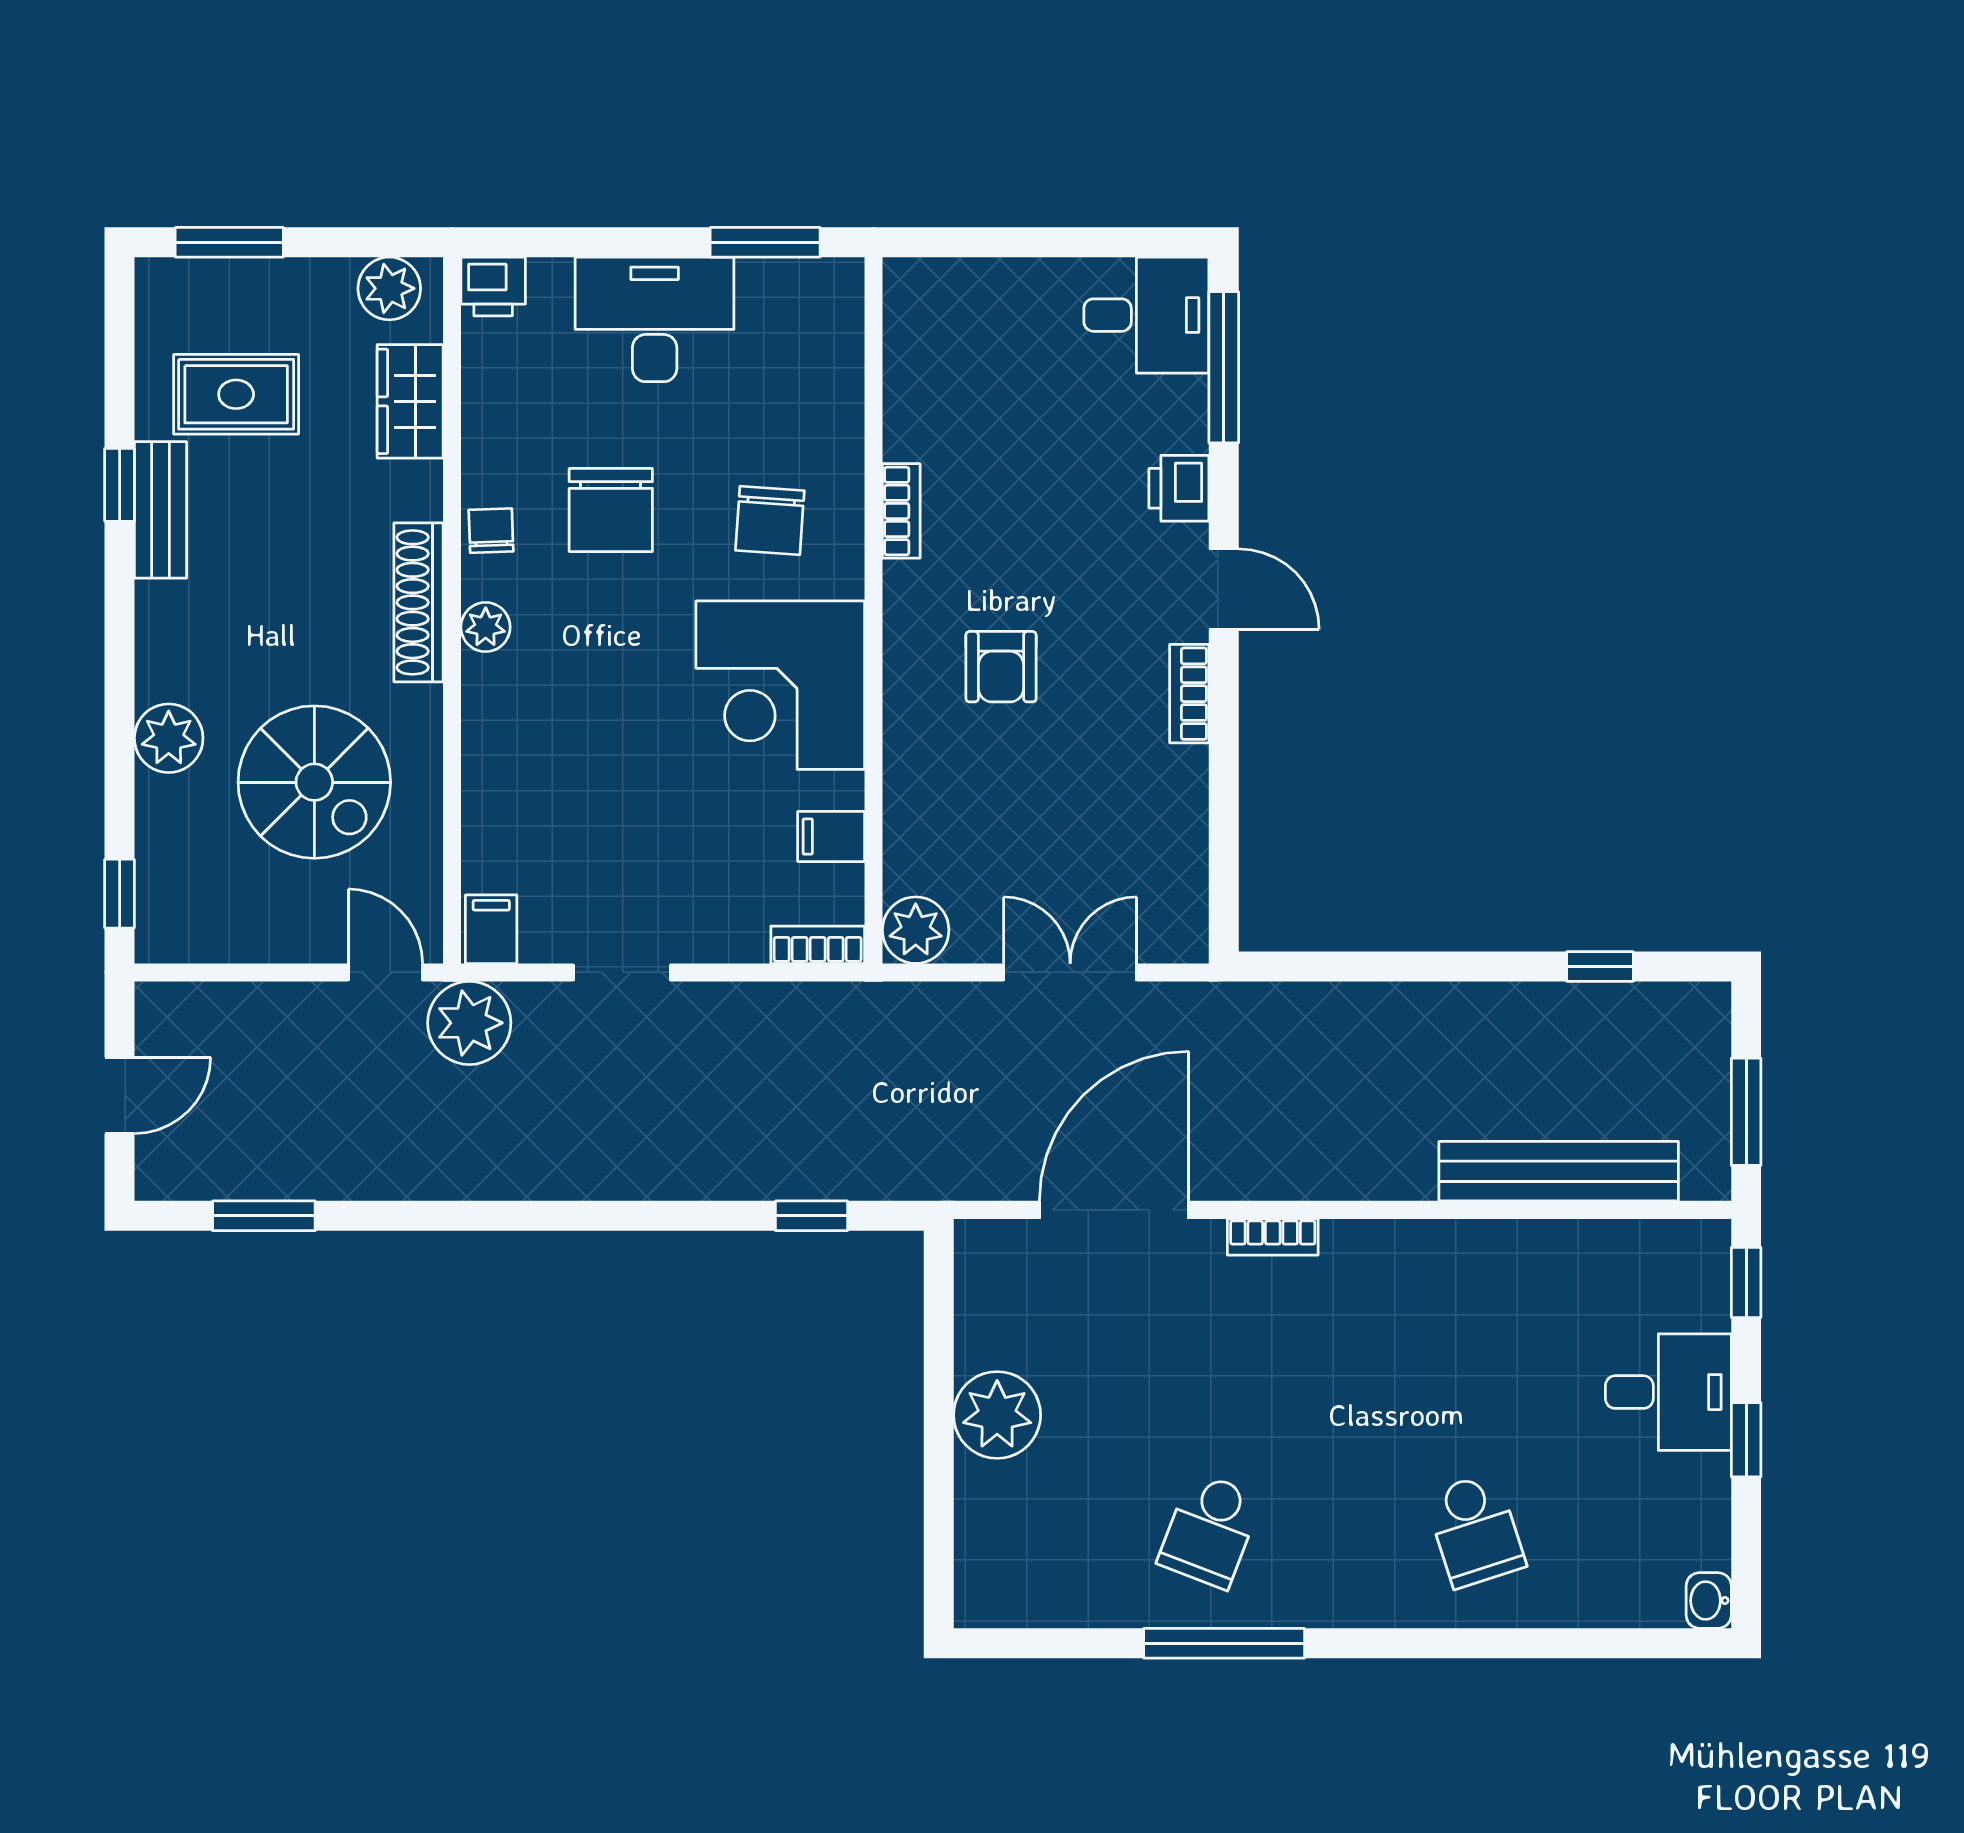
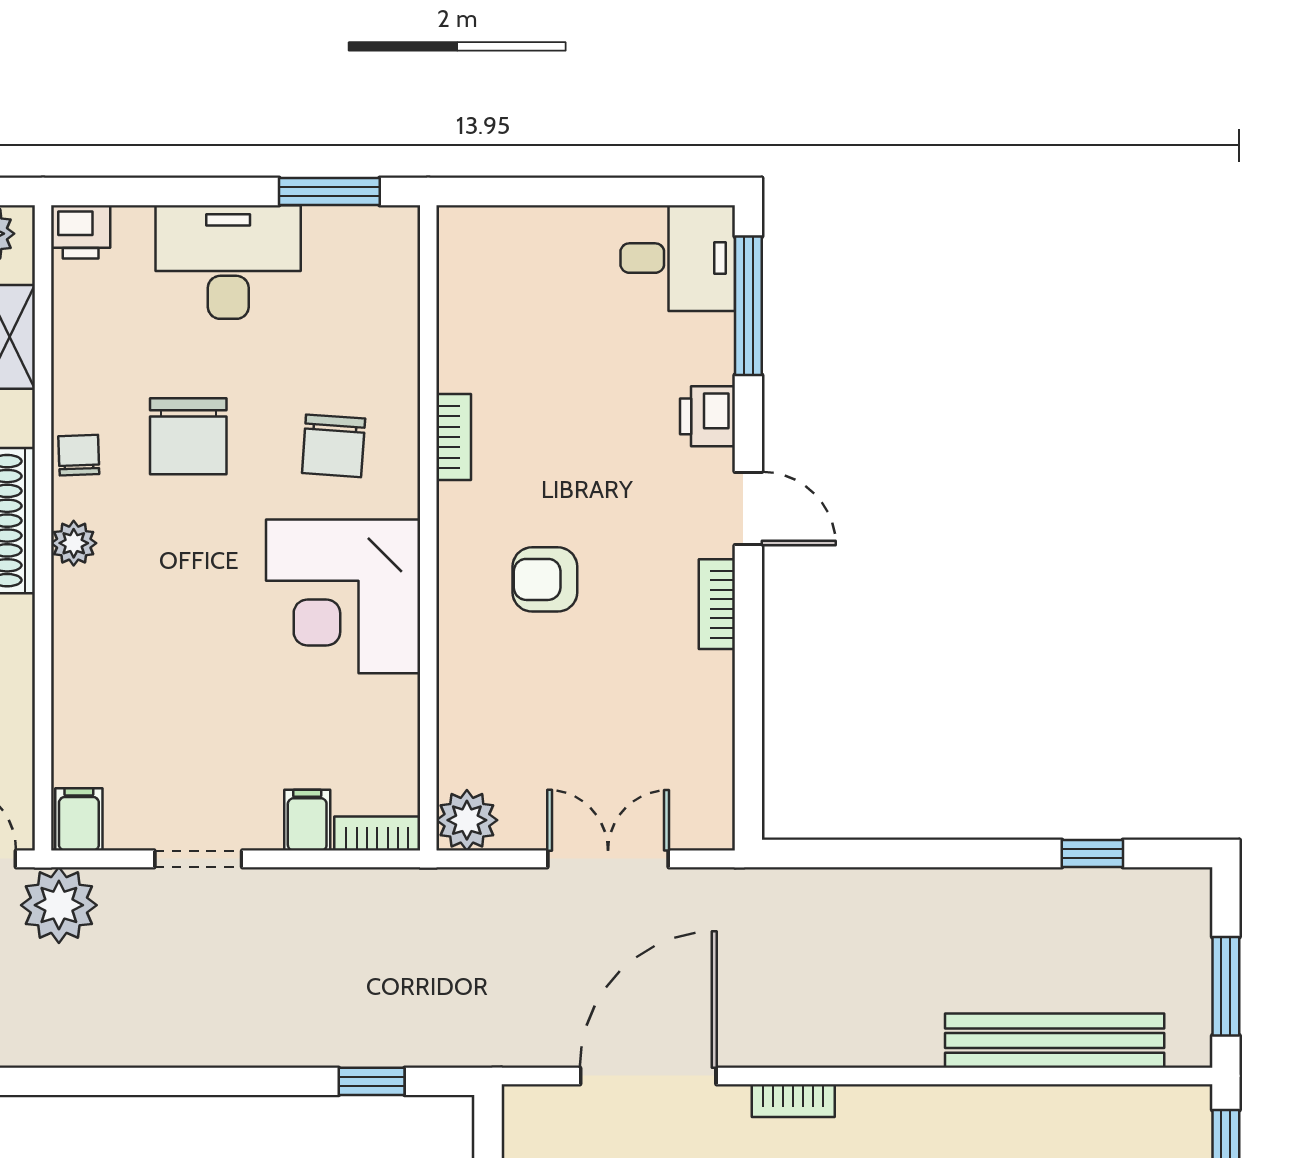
armchair: (1001, 667) -> (545, 579), turned 90
filing cabinet: (831, 837) -> (307, 820), moved, turned 90

